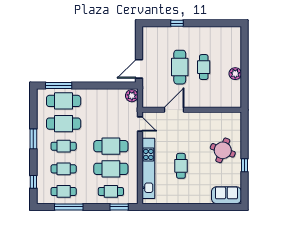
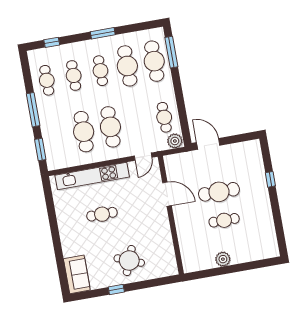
cafe table: (111, 191) -> (164, 117), moved
window: (69, 207) -> (33, 110), moved

